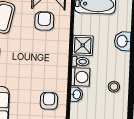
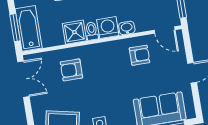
armchair: (44, 21) -> (71, 70), moved
armchair: (49, 101) -> (140, 55), turned 180

